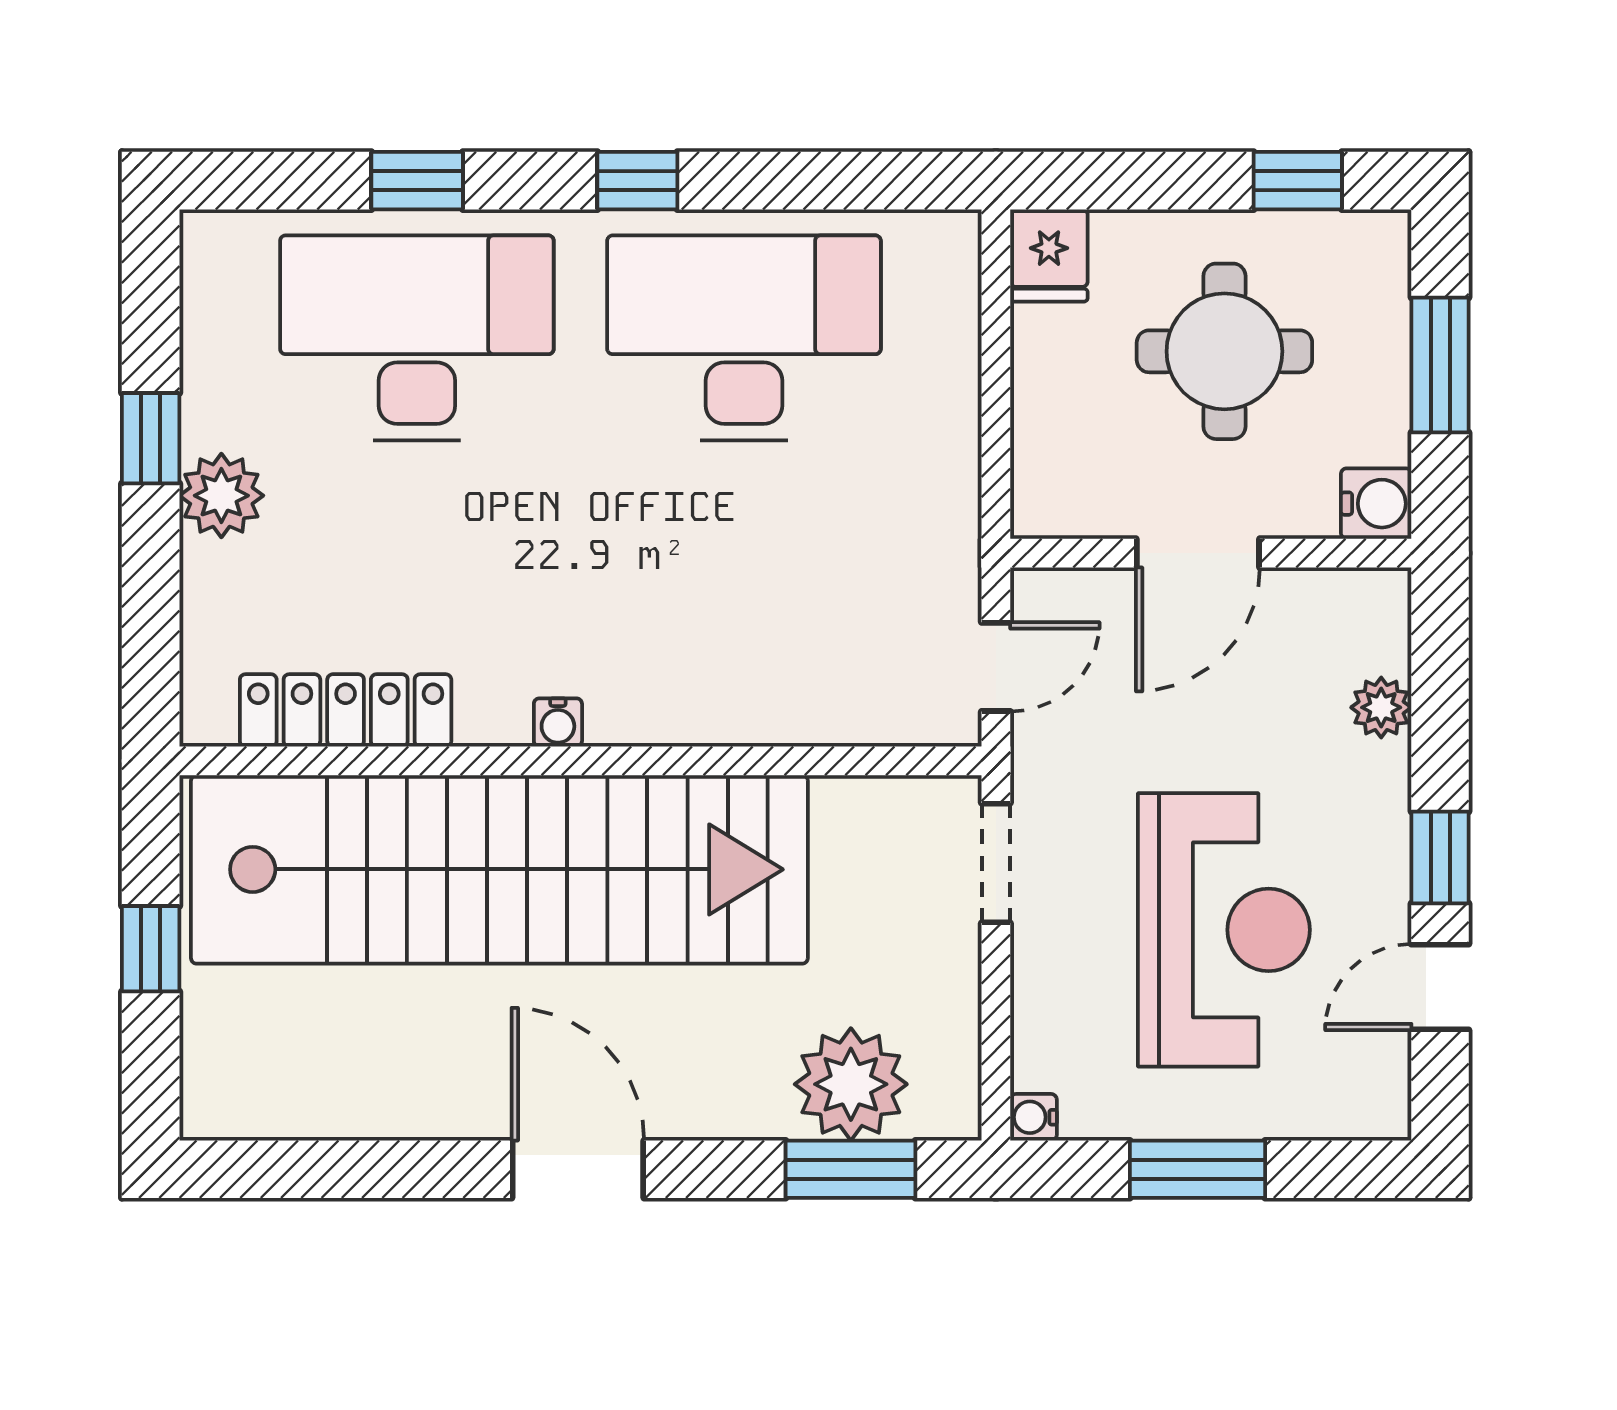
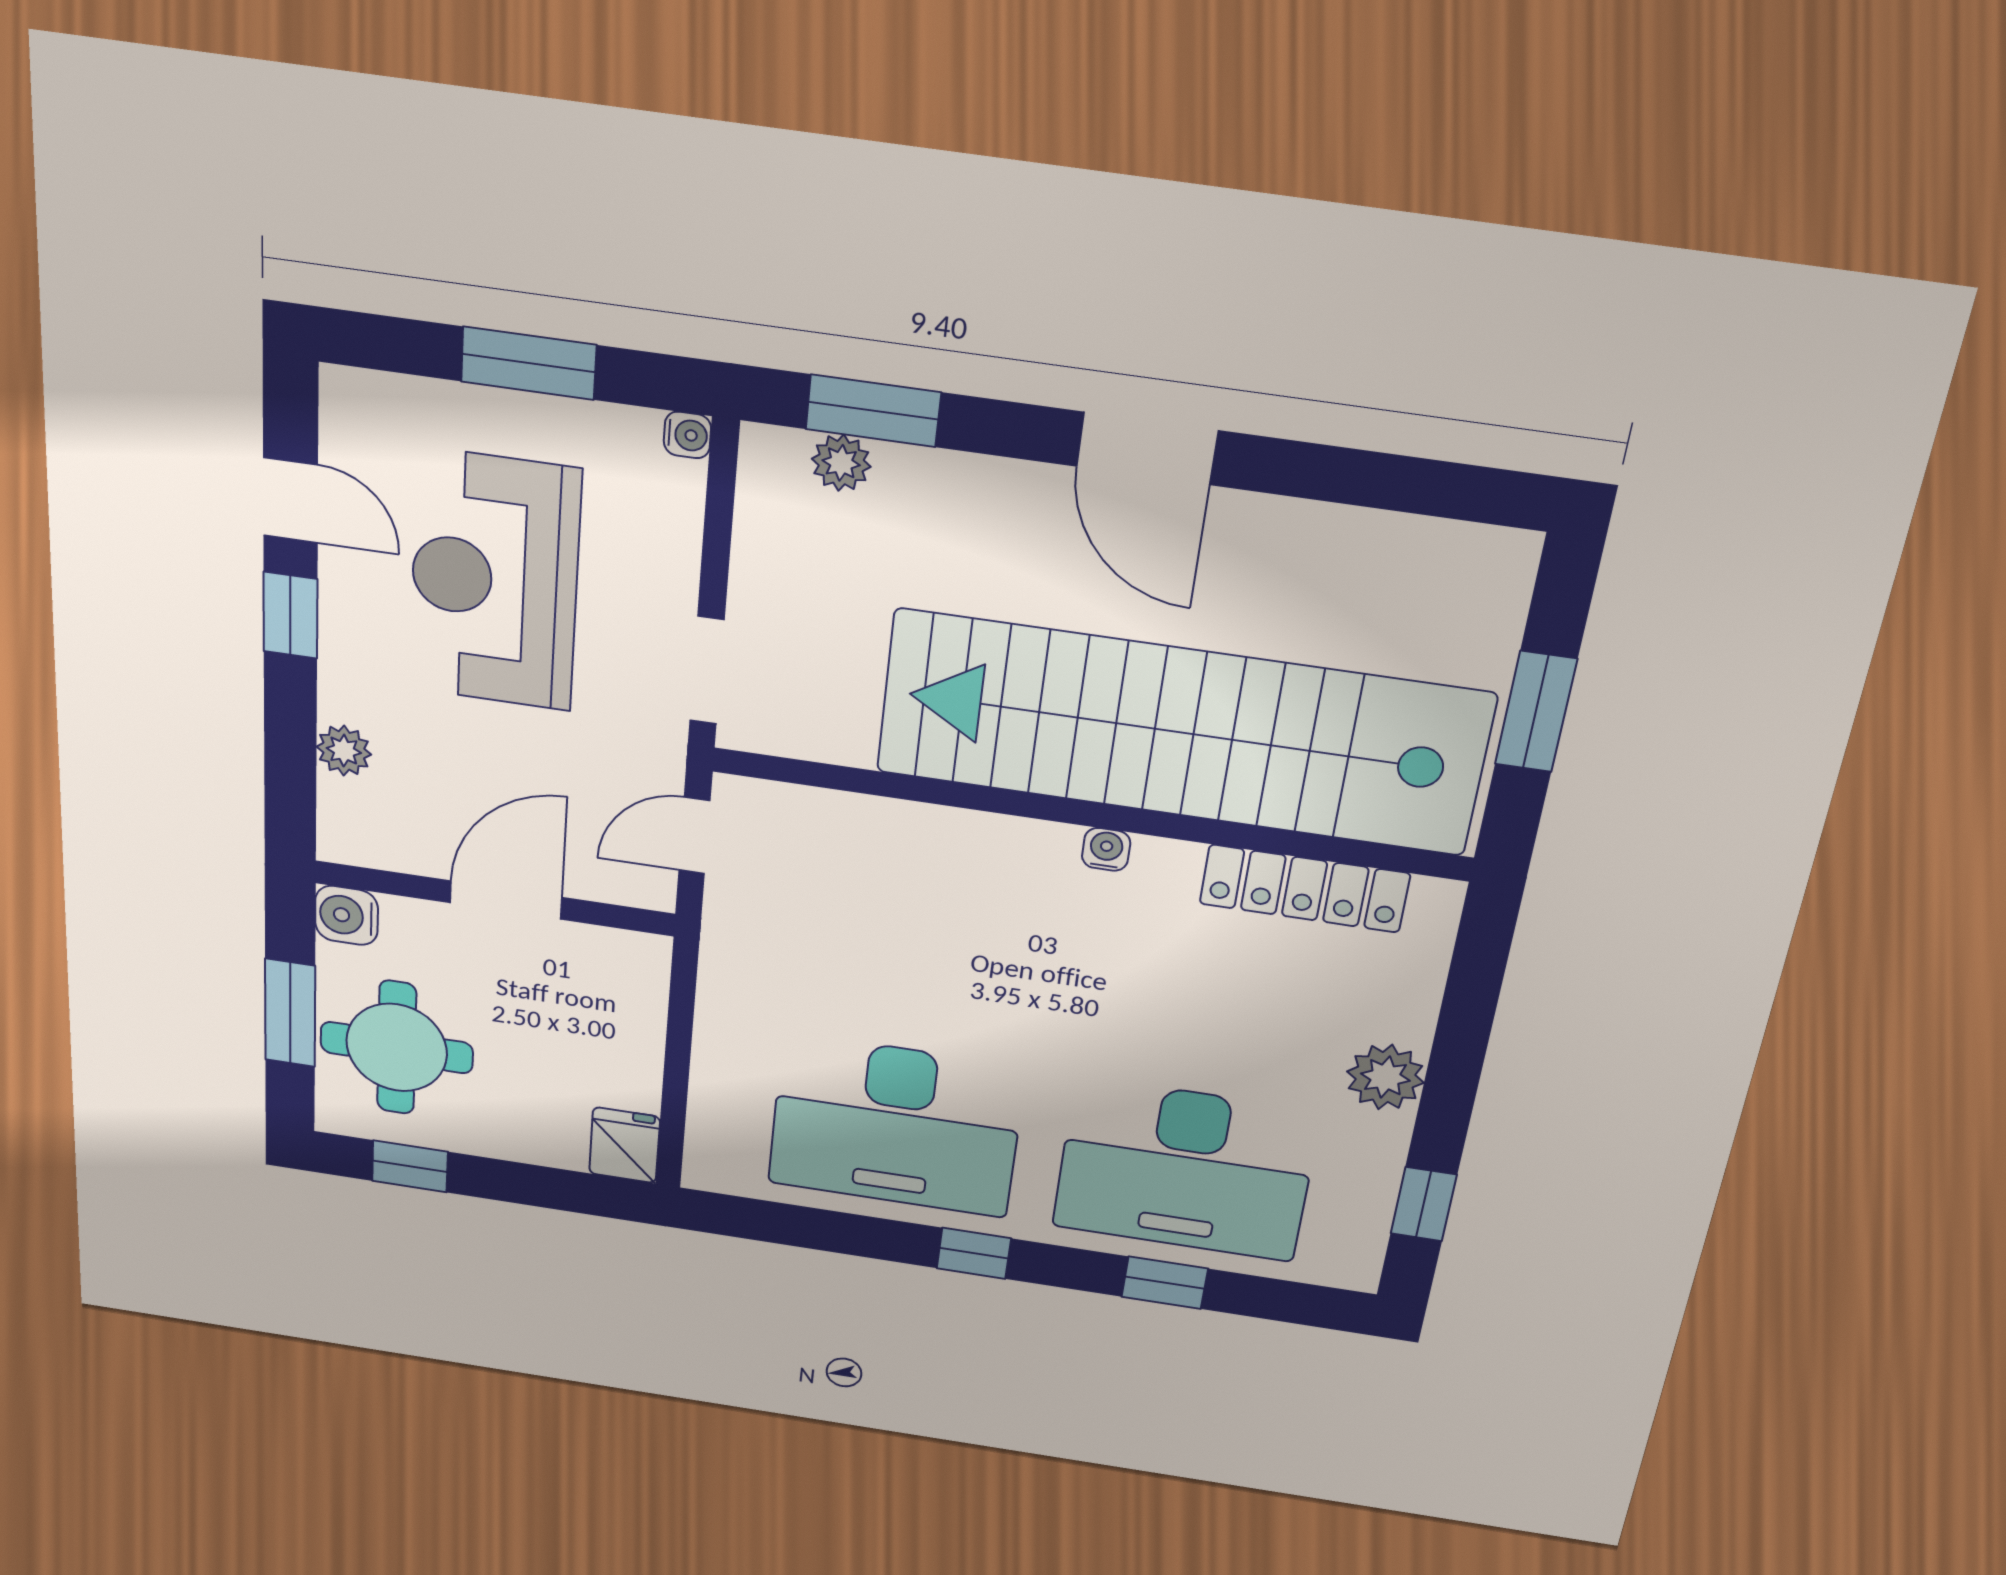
round table: (1224, 351) -> (397, 1048), moved
window: (151, 438) -> (1424, 1204), moved
window: (151, 949) -> (1536, 712), width x1.50
door: (1440, 987) -> (291, 500), hinge flipped
plant: (851, 1084) -> (841, 463), width x0.53, depth x0.53

